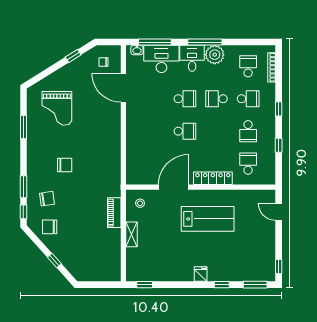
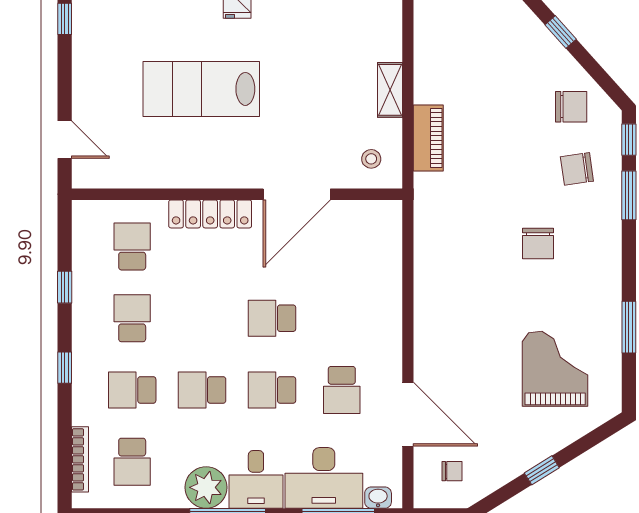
window: (73, 56) -> (542, 470), moved
school desk: (153, 99) -> (342, 390), added
school desk: (216, 99) -> (202, 390), turned 180
school desk: (248, 164) -> (132, 246), turned 180
chair: (65, 165) -> (538, 243), turned -90
lab bench: (208, 219) -> (201, 89), moved

